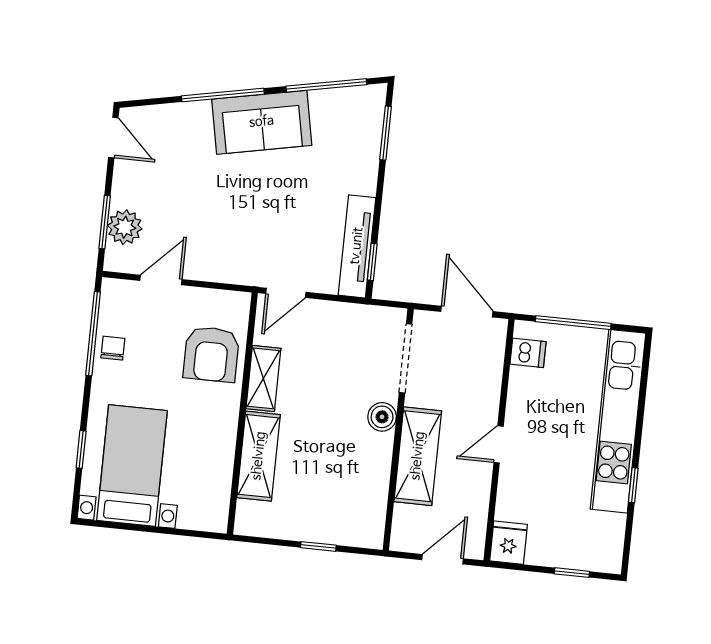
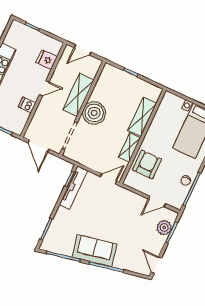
dishwasher: (528, 353) -> (27, 105), moved
boiler: (382, 417) -> (94, 113), width x1.86, depth x1.86
fridge: (509, 543) -> (47, 60), moved, turned 90

